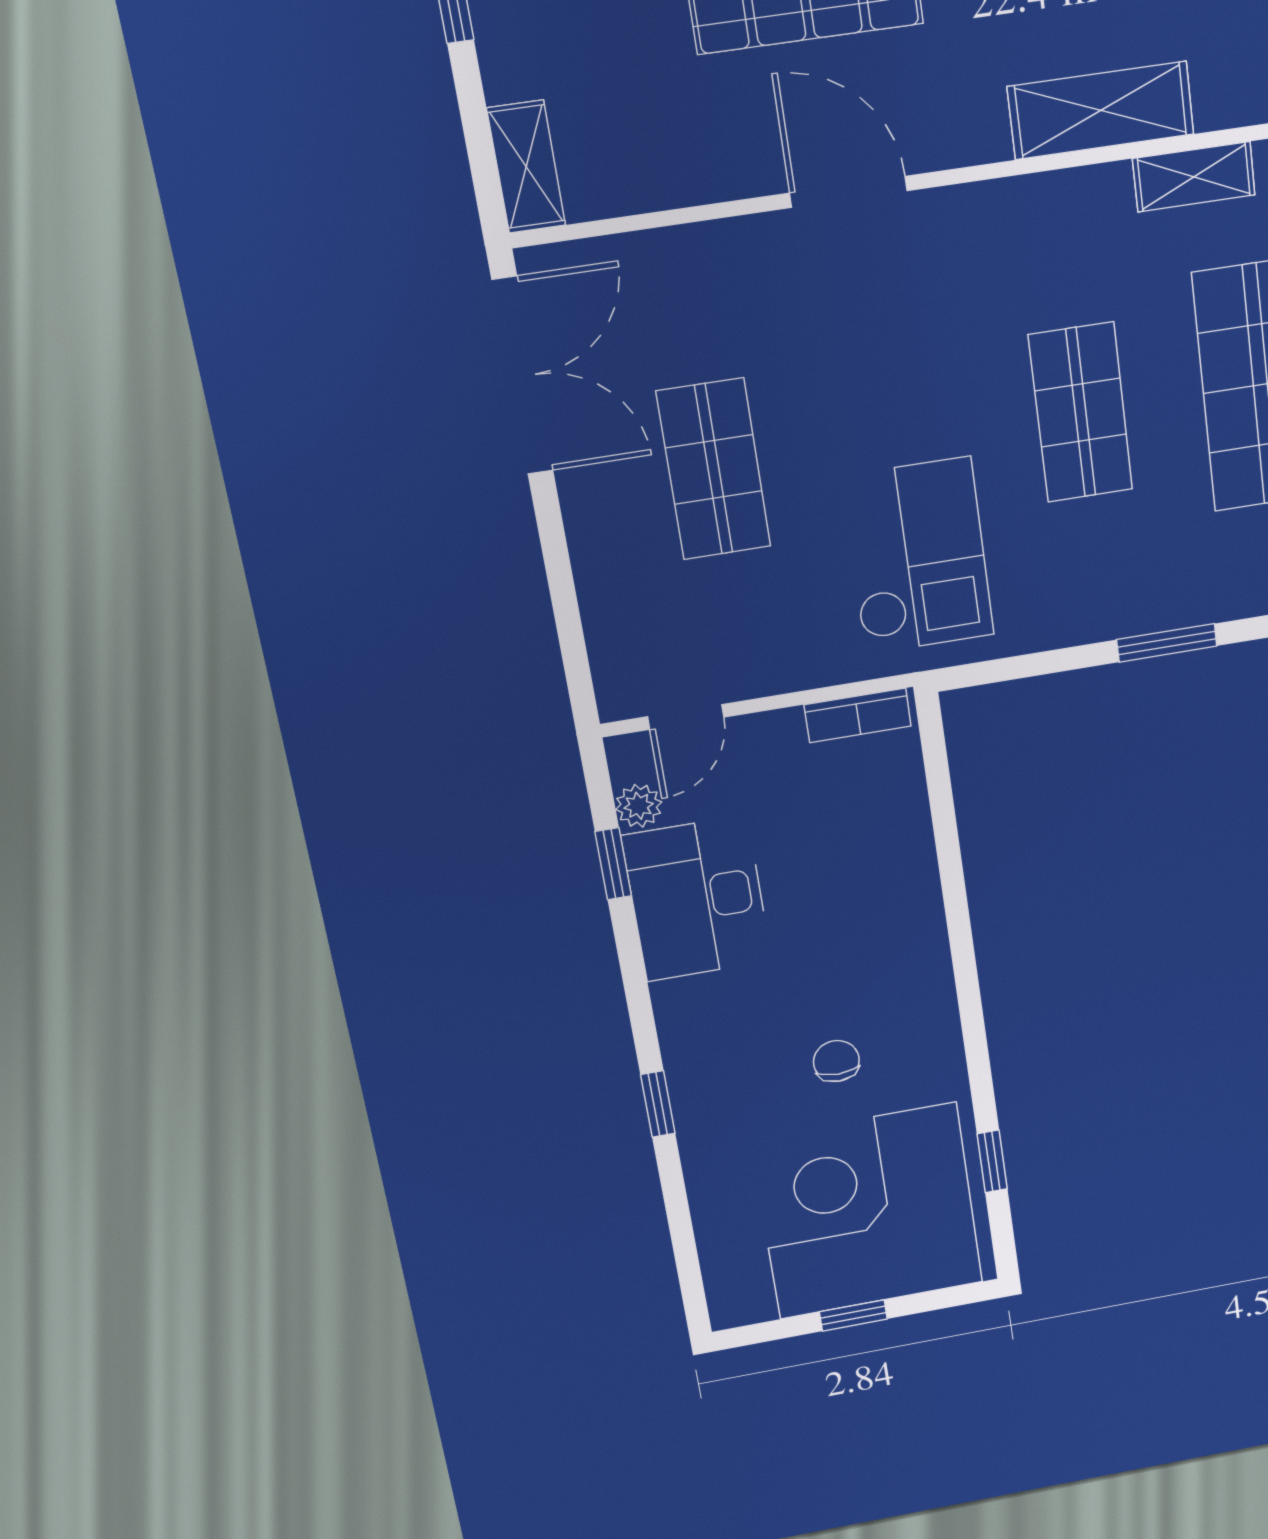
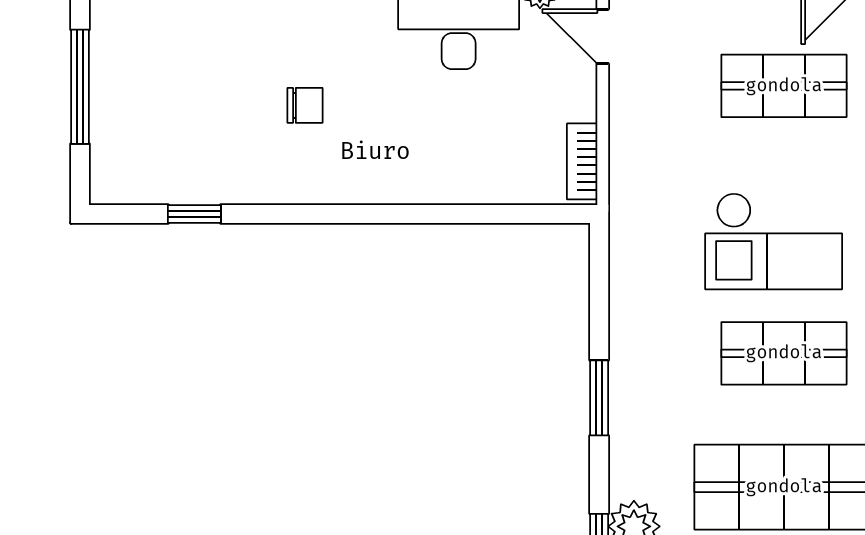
checkout: (917, 556) -> (774, 241), moved
corner desk: (868, 1211) -> (171, 111), removed
window: (853, 1315) -> (80, 87), width x2.17

